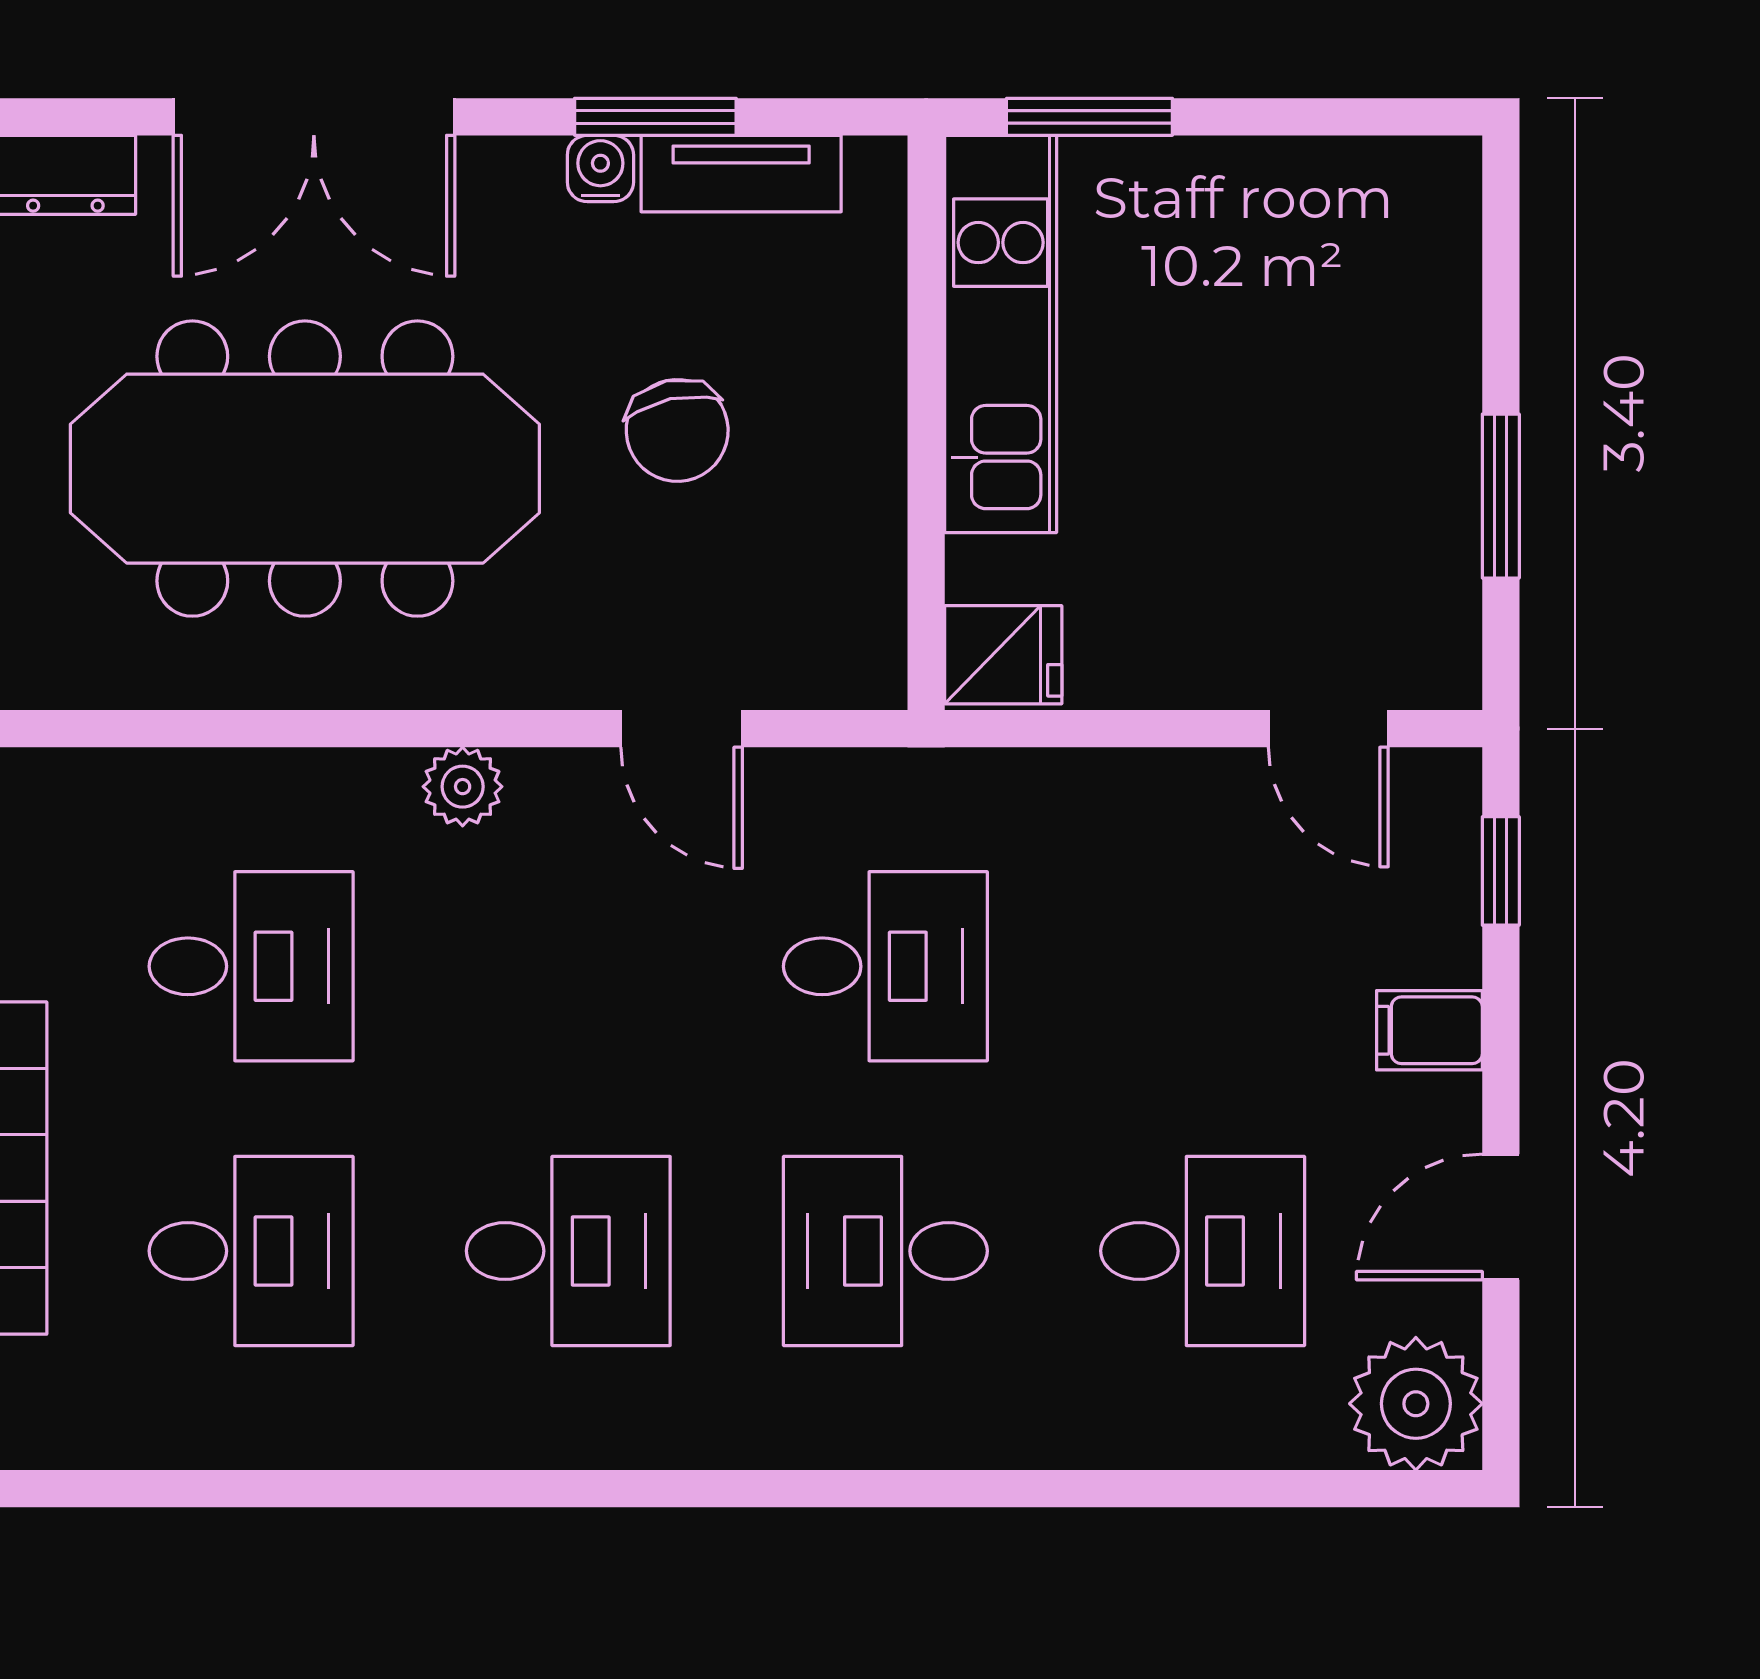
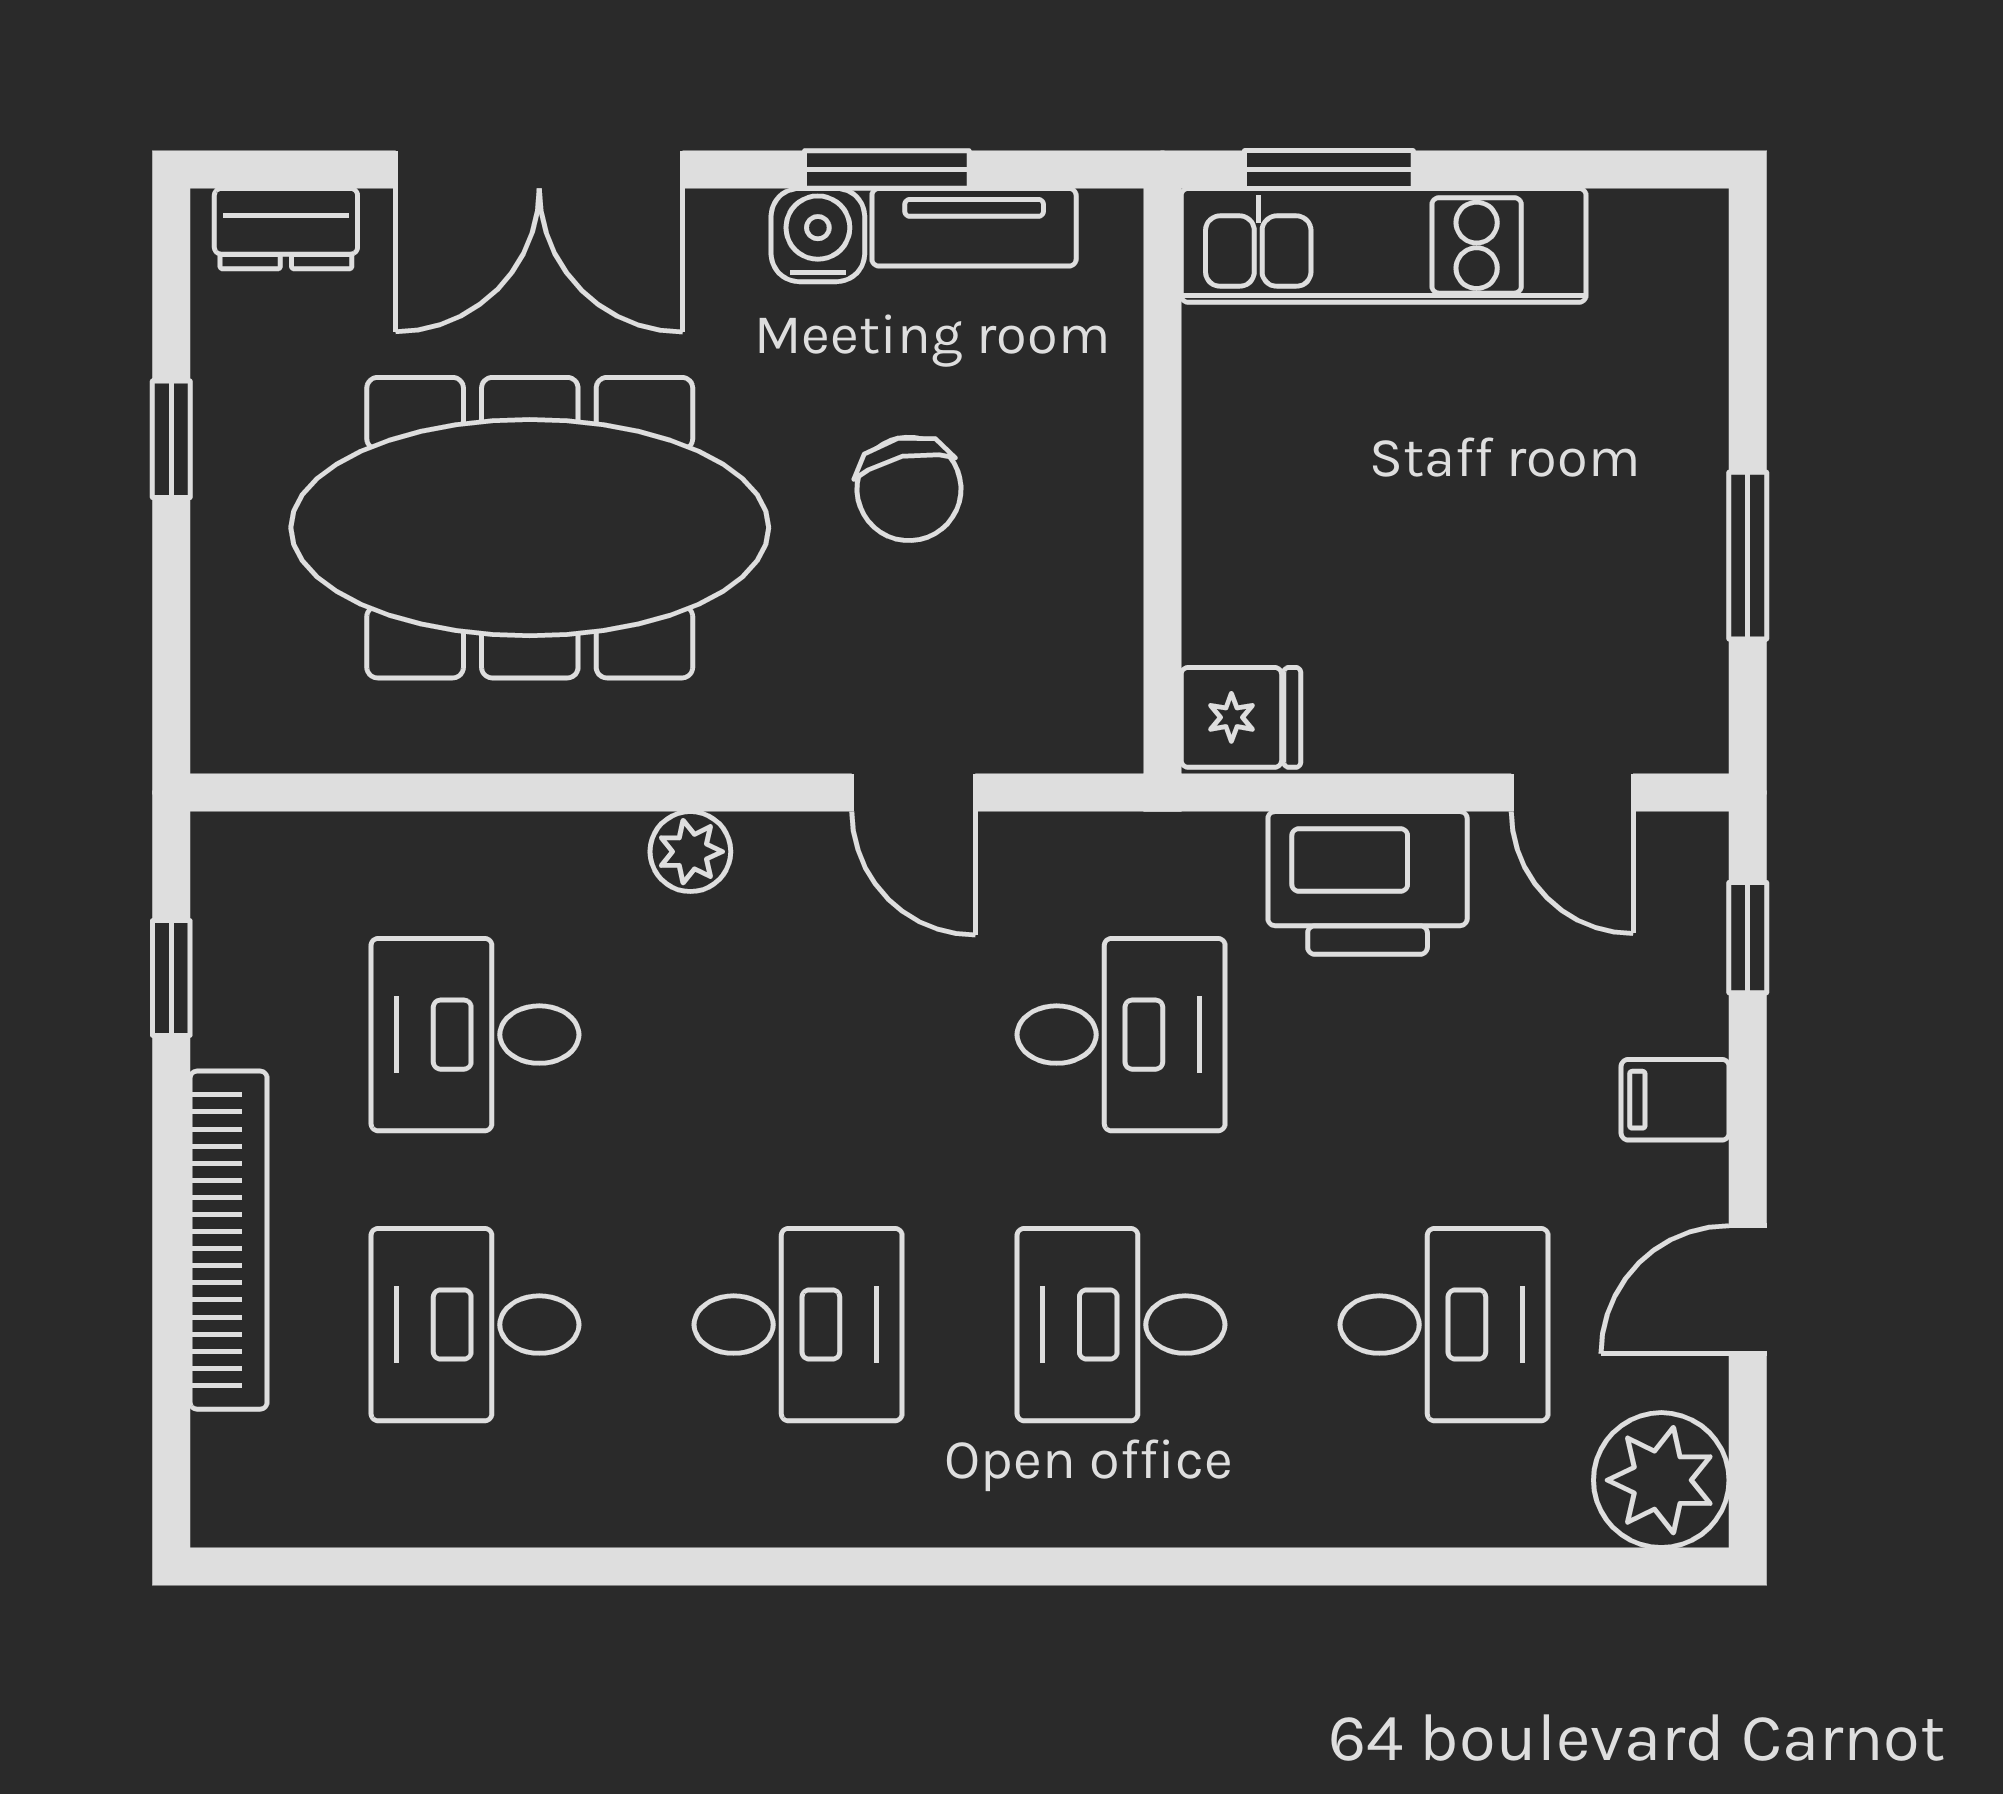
water cooler: (600, 169) -> (818, 235), width x1.38, depth x1.38
kitchen unit: (1001, 334) -> (1384, 245), moved, turned 90
printer: (1127, 817) -> (1368, 883), added
desk: (251, 966) -> (475, 1035), turned 180
desk: (251, 1251) -> (475, 1325), turned 180

